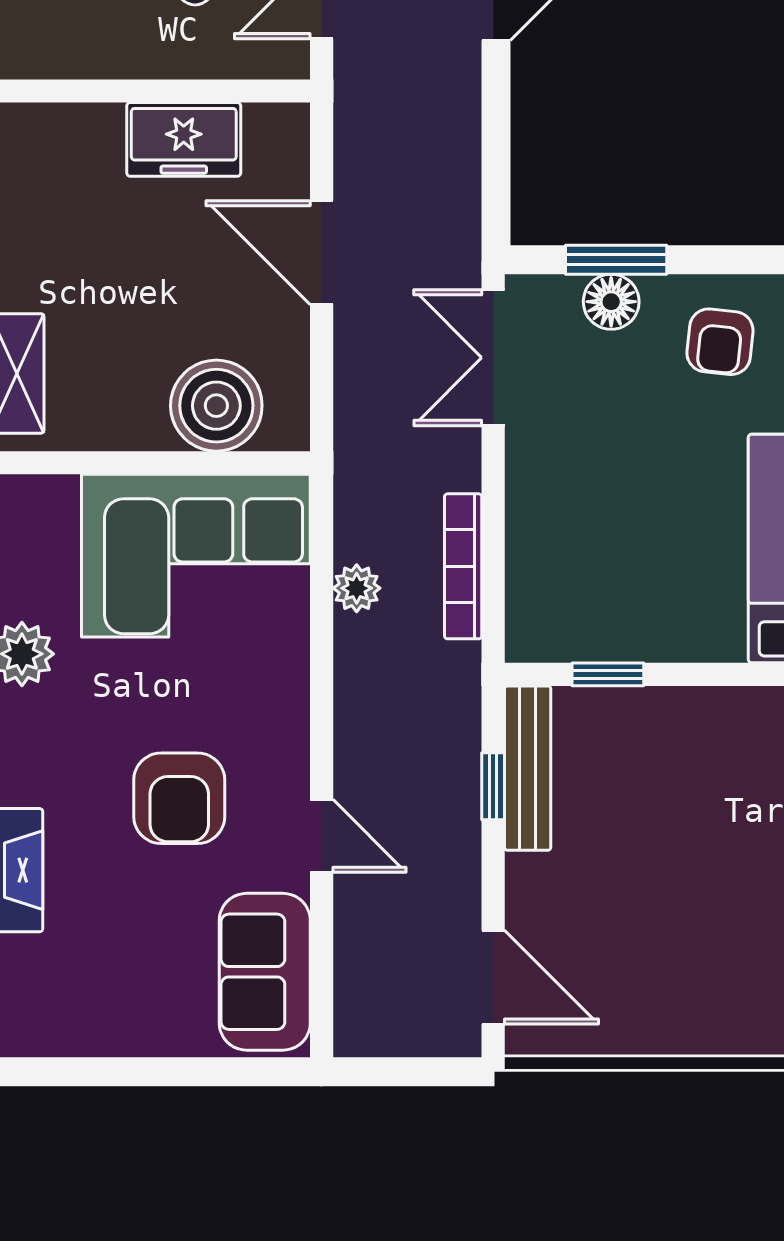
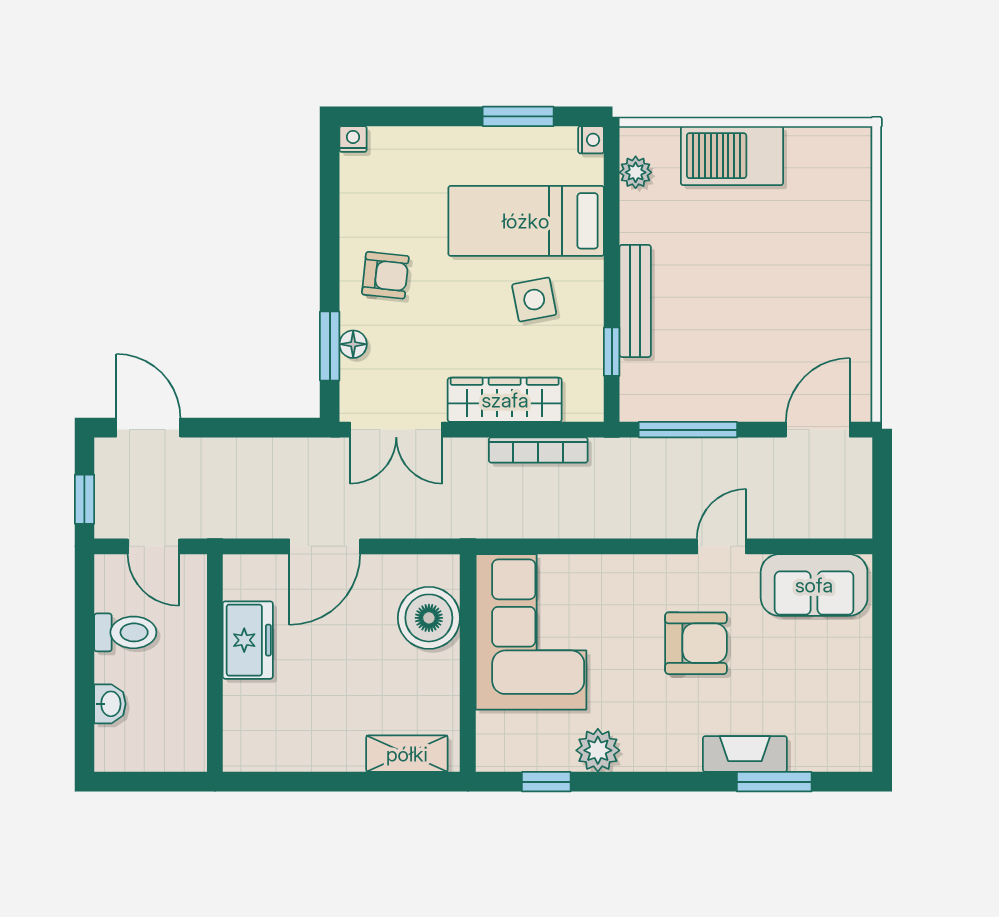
floor lamp: (611, 302) -> (353, 344), width x0.73, depth x0.73
wardrobe: (537, 517) -> (505, 400), added
side table: (684, 560) -> (534, 300), added
plant: (357, 588) -> (553, 522), removed
bench: (528, 768) -> (635, 301), moved, turned 90
window: (493, 786) -> (688, 430), width x2.17

